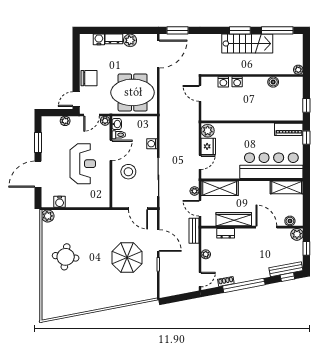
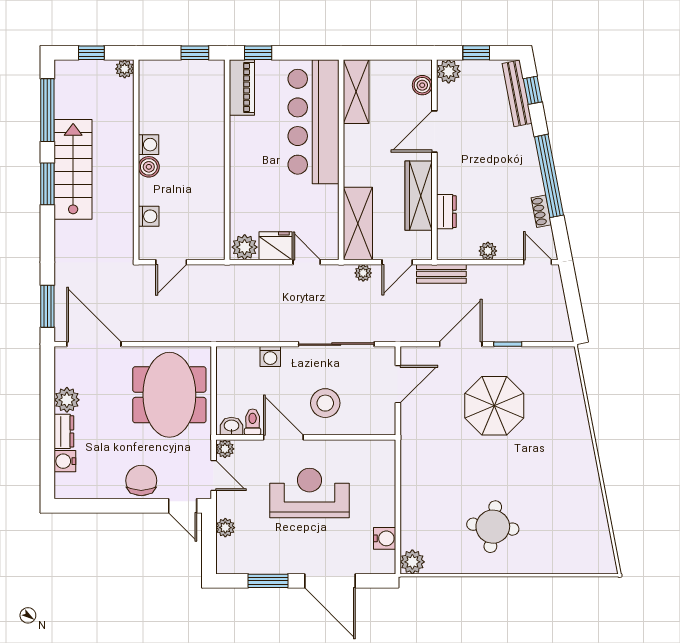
window: (306, 53) -> (91, 53), added
washing machine: (237, 82) -> (148, 145), moved
boiler: (273, 82) -> (149, 167), moved

